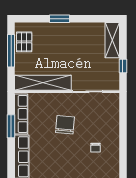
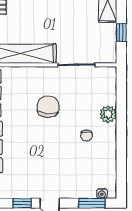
plant: (112, 131) -> (108, 114), added

